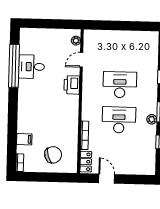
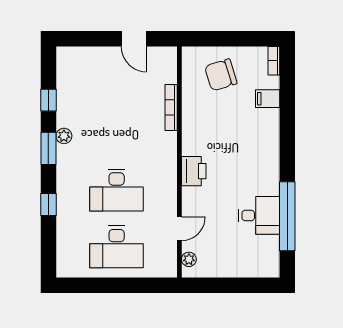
printer: (72, 85) -> (194, 171), moved
desk: (119, 120) -> (117, 247), moved
locker: (86, 162) -> (168, 65), removed

